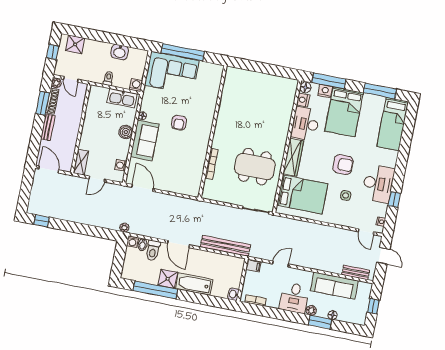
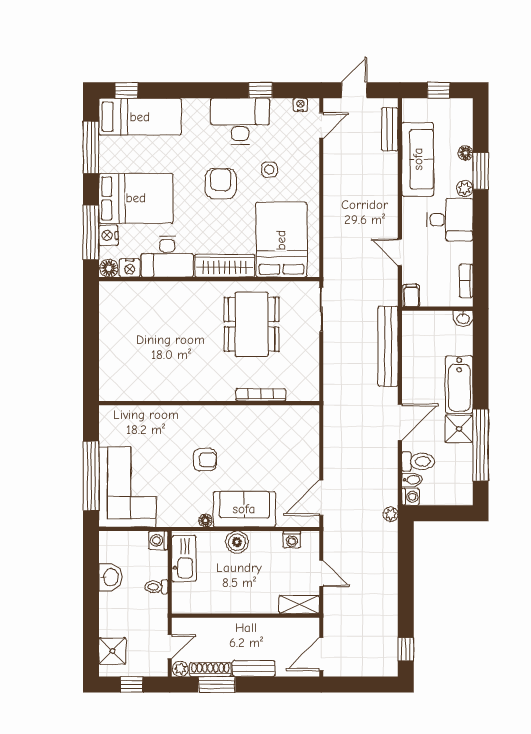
window: (410, 119) -> (126, 90), added

